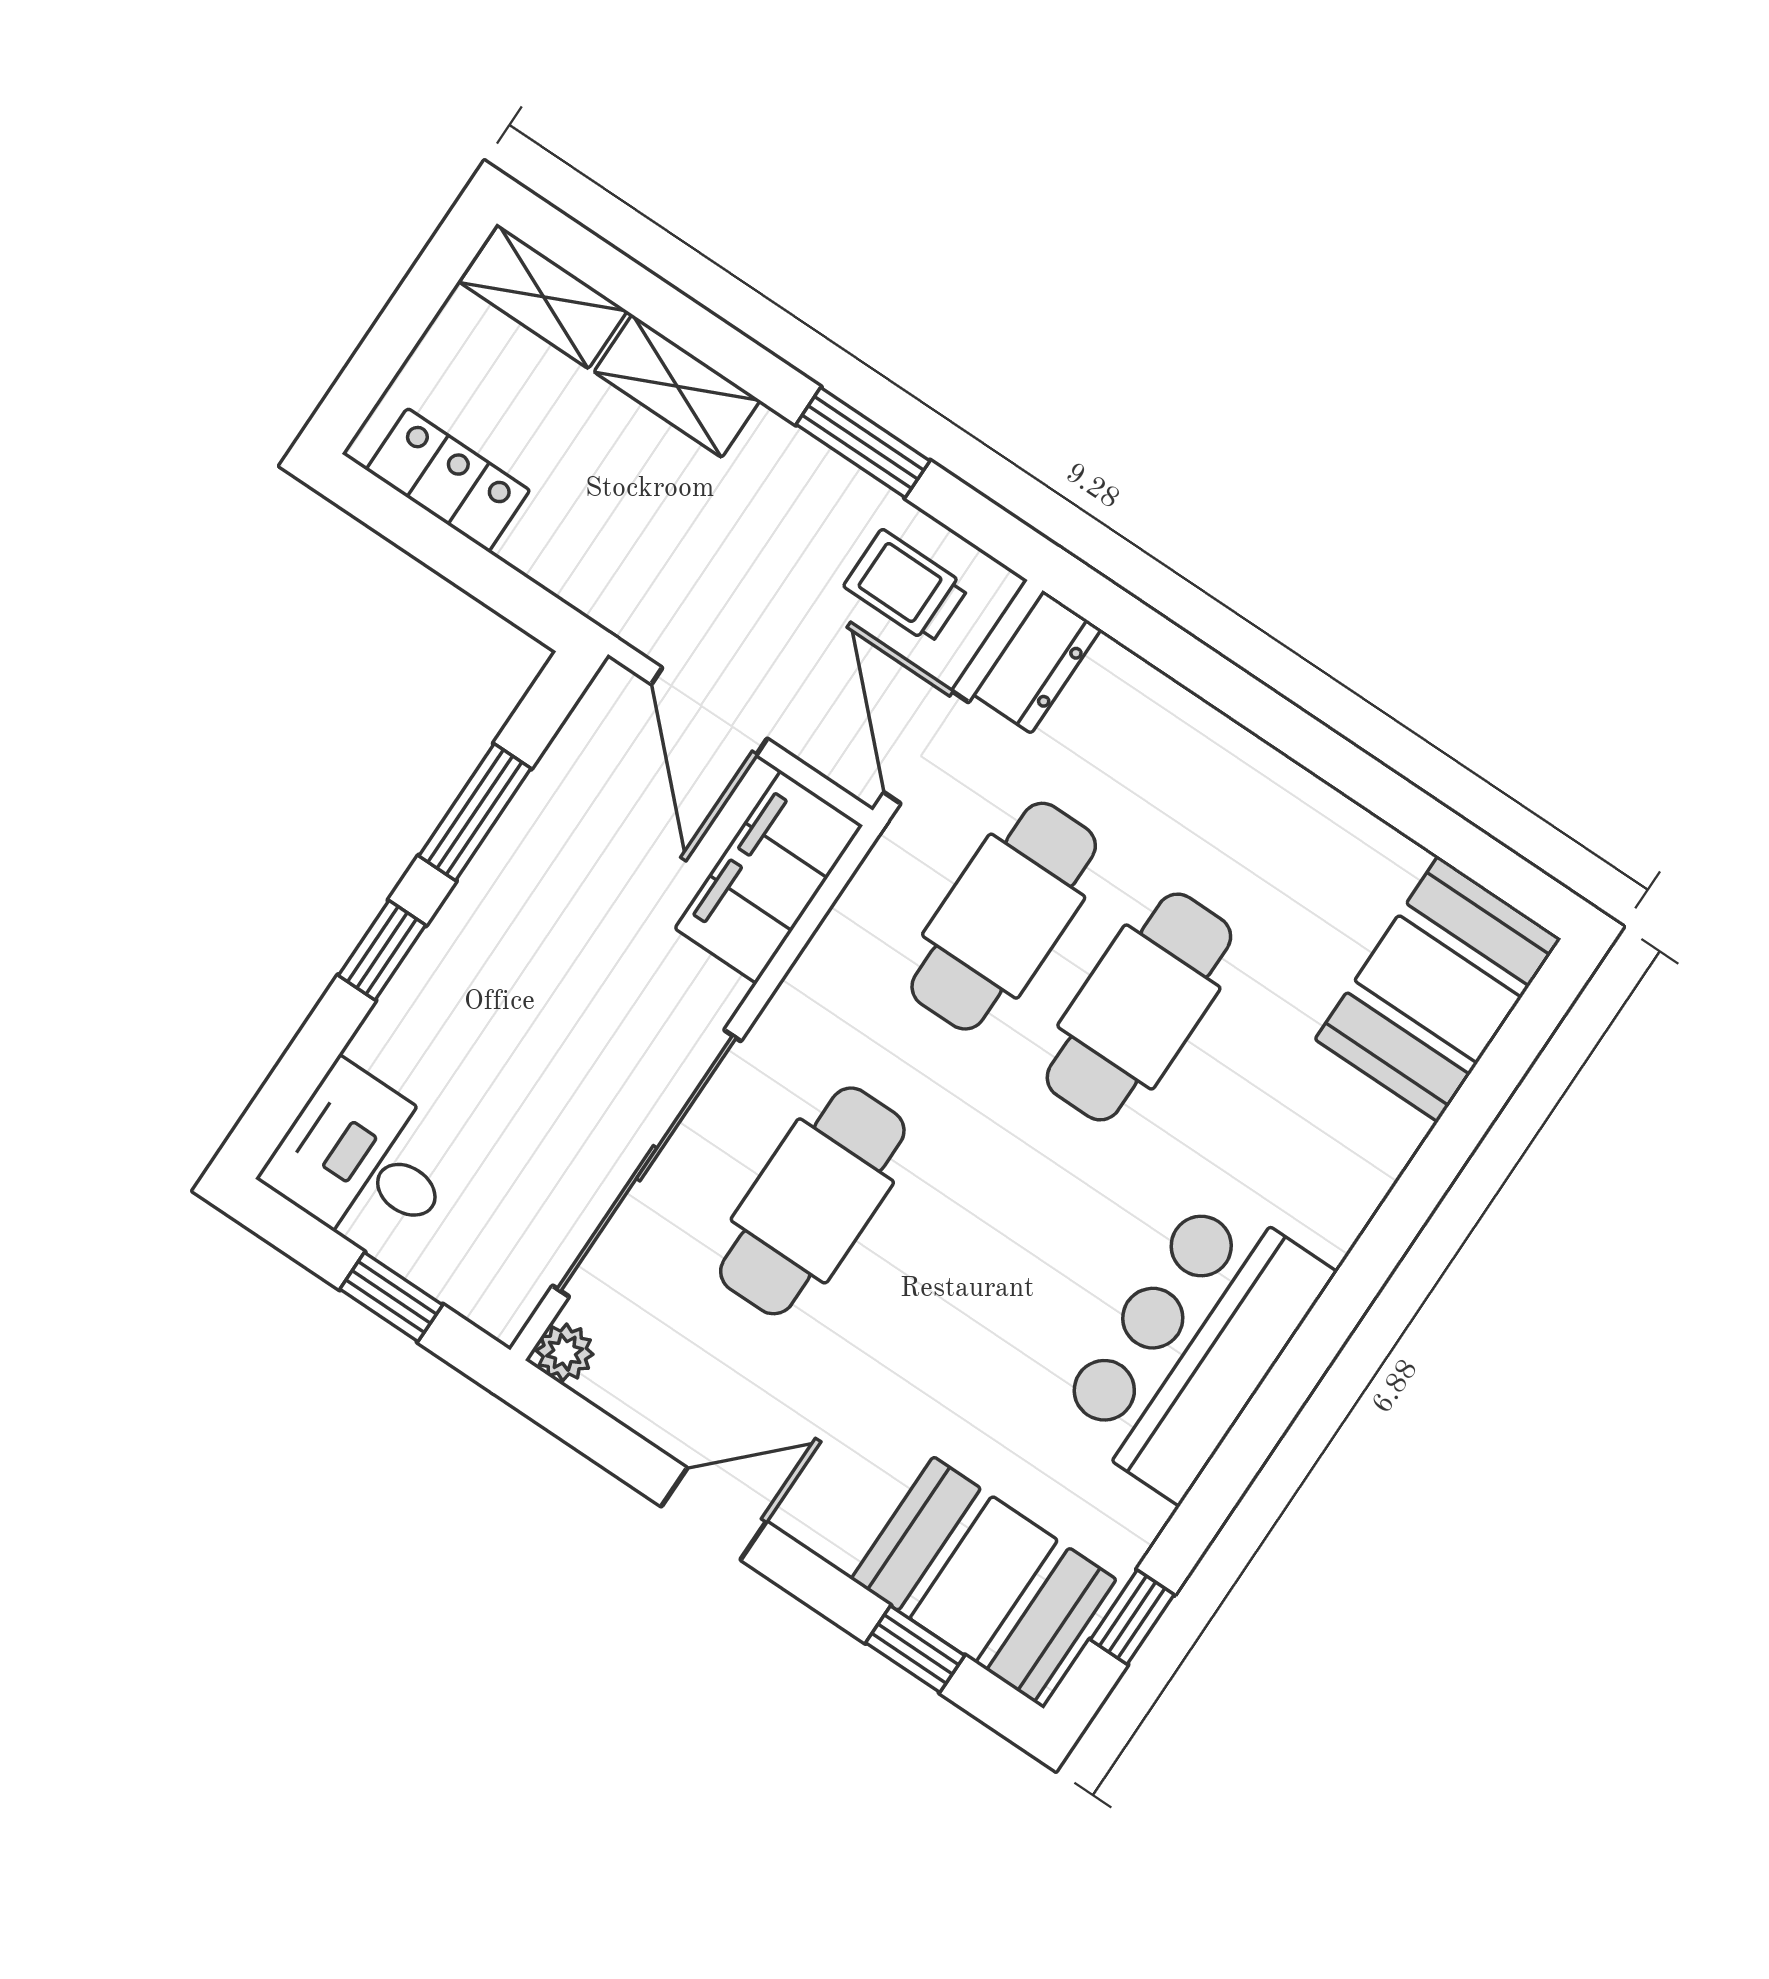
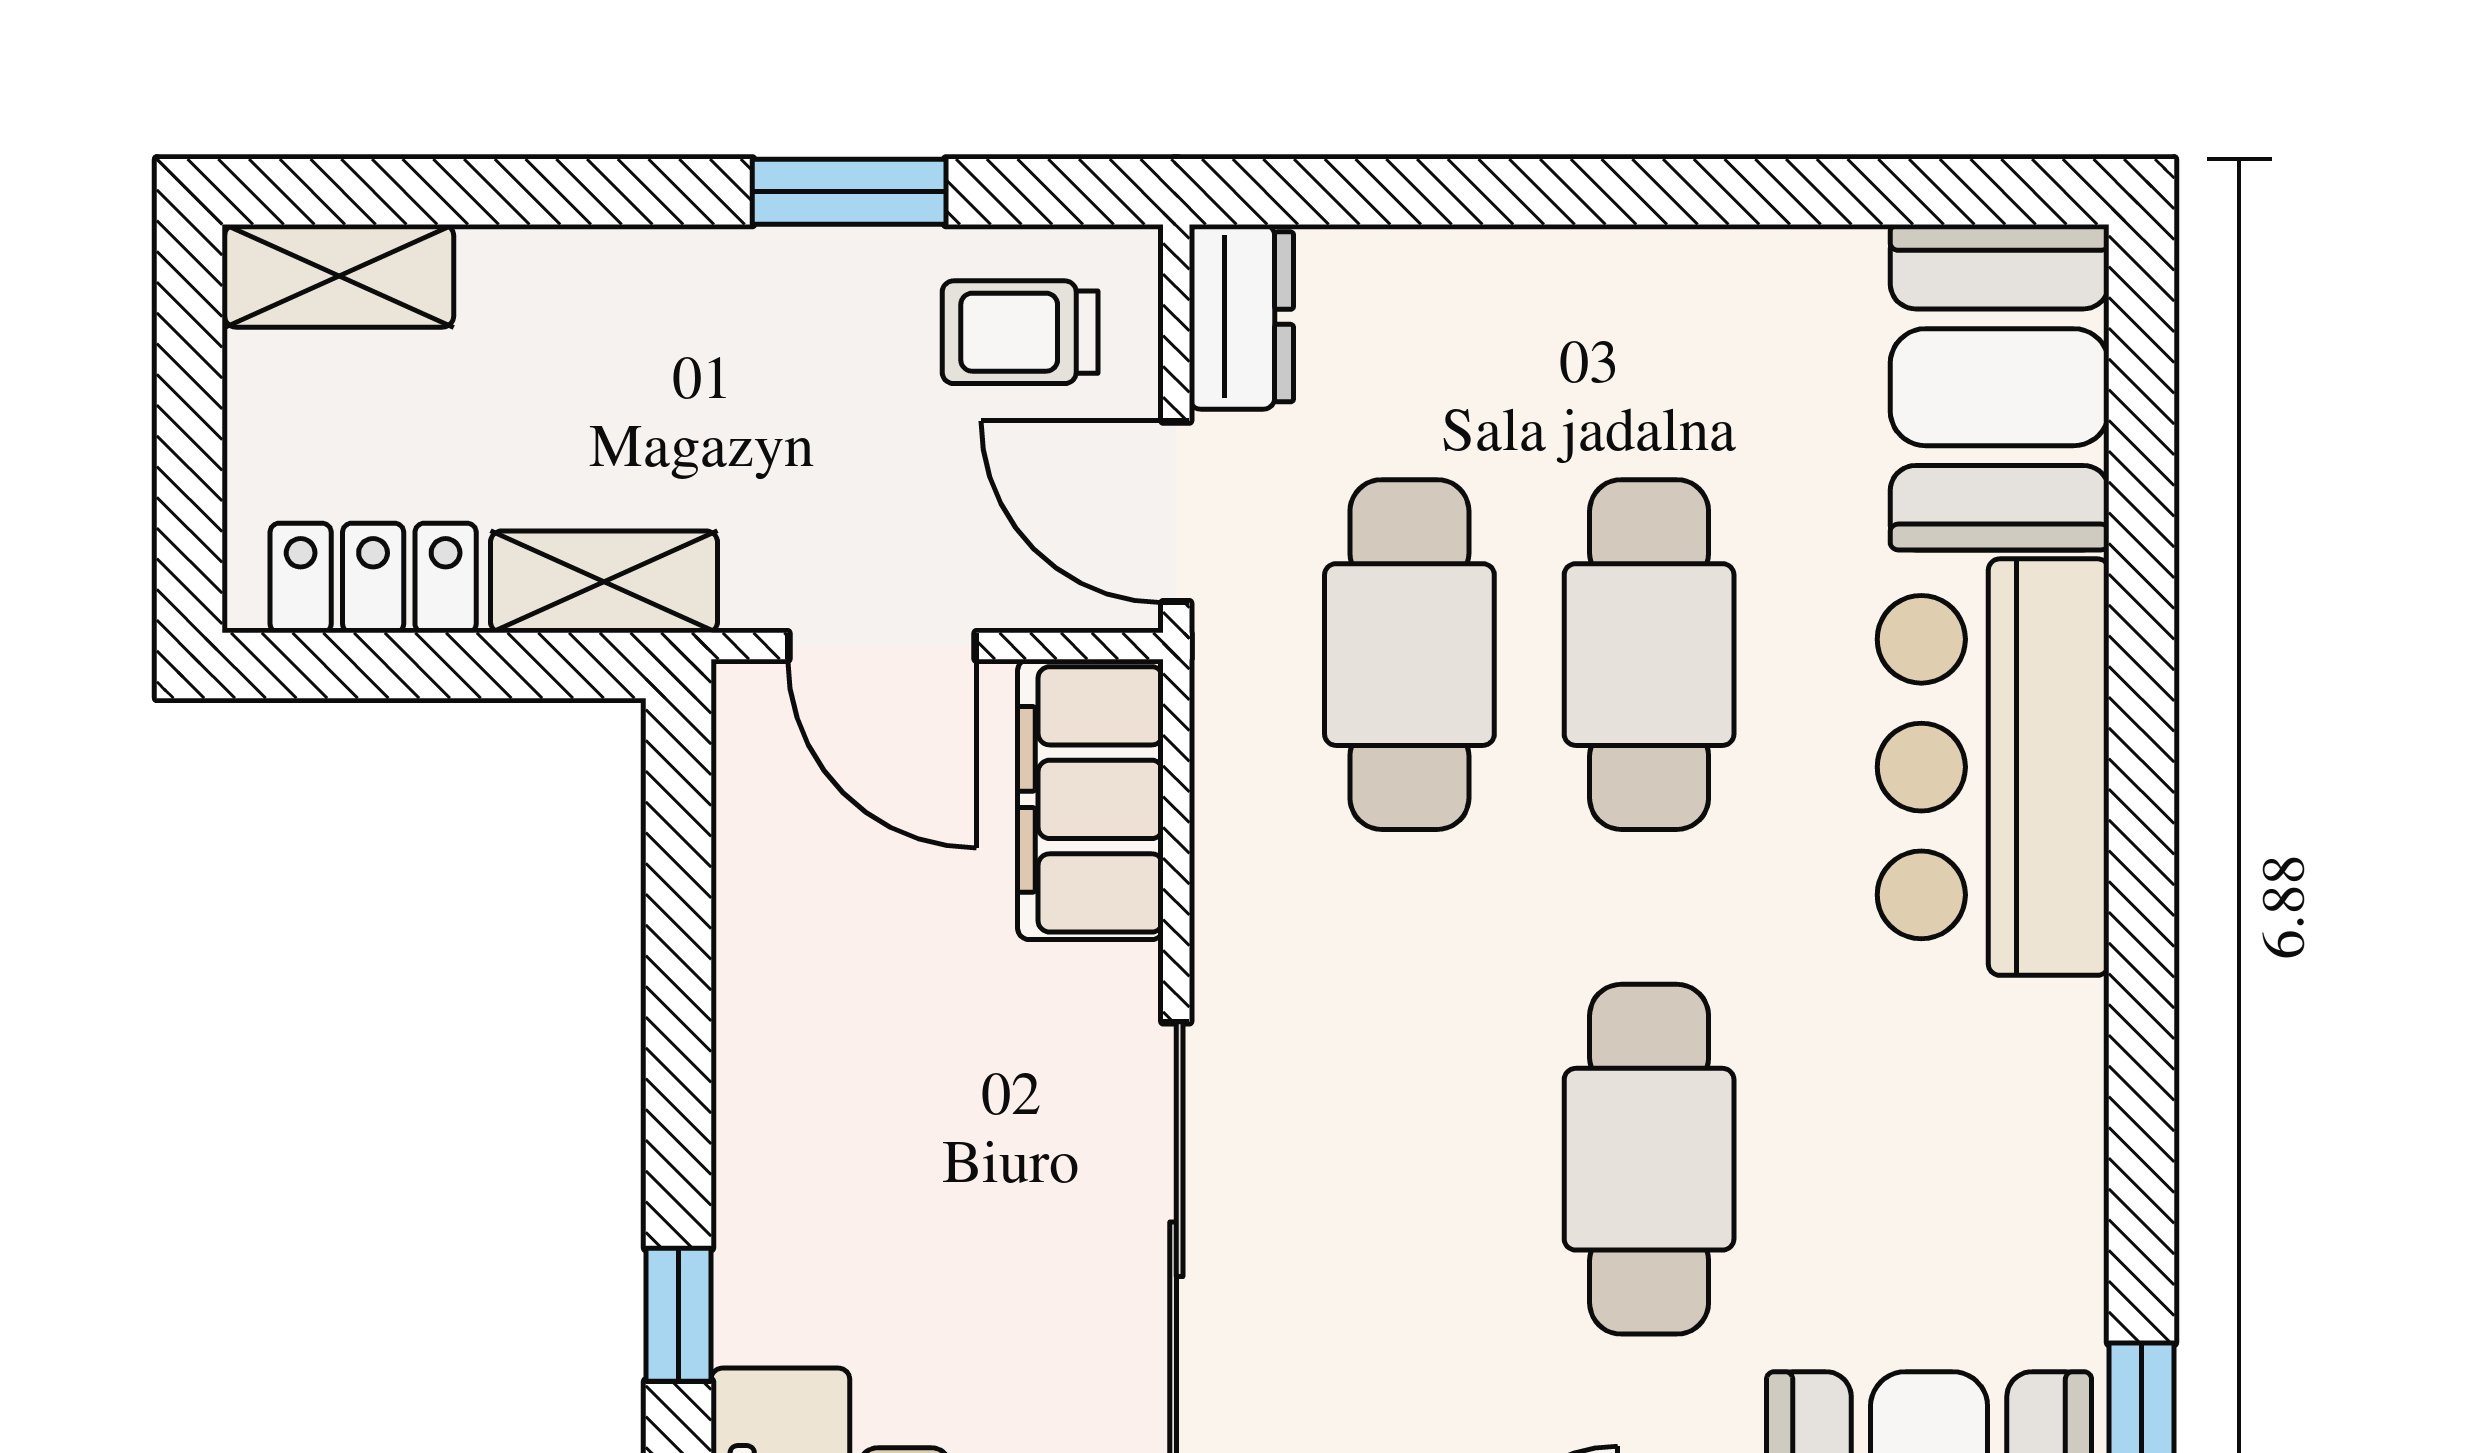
shelving: (677, 386) -> (604, 582), moved
window: (475, 812) -> (679, 961), removed
window: (382, 950) -> (679, 1315), moved
cafe table: (812, 1201) -> (1649, 1159), moved
bar counter: (1193, 1345) -> (1993, 767), moved

